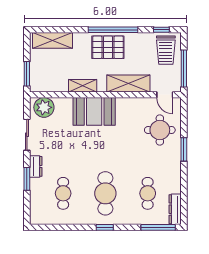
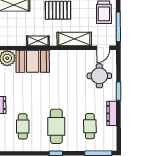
door: (165, 95) -> (103, 48), hinge flipped
booth: (94, 111) -> (33, 61), moved
dresser: (175, 209) -> (112, 113), moved

